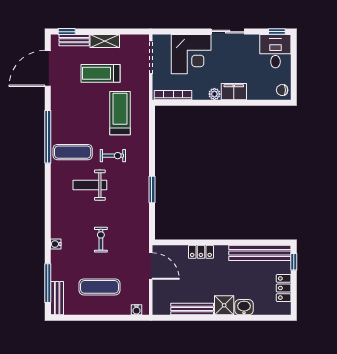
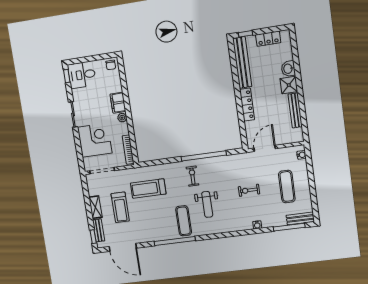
exercise bike: (113, 156) -> (192, 176), moved
window: (152, 189) -> (204, 156), width x2.11
locker: (201, 252) -> (247, 105), width x1.53

